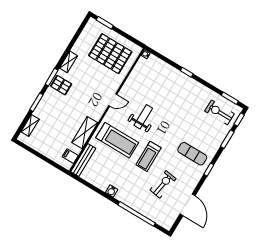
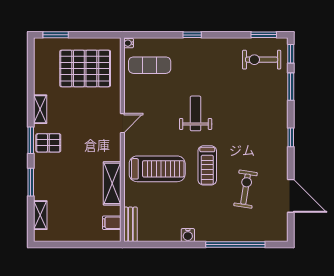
weight bench: (143, 117) -> (196, 113), moved
exercise mat: (192, 154) -> (150, 65), moved
bench: (83, 160) -> (130, 224), width x0.73

